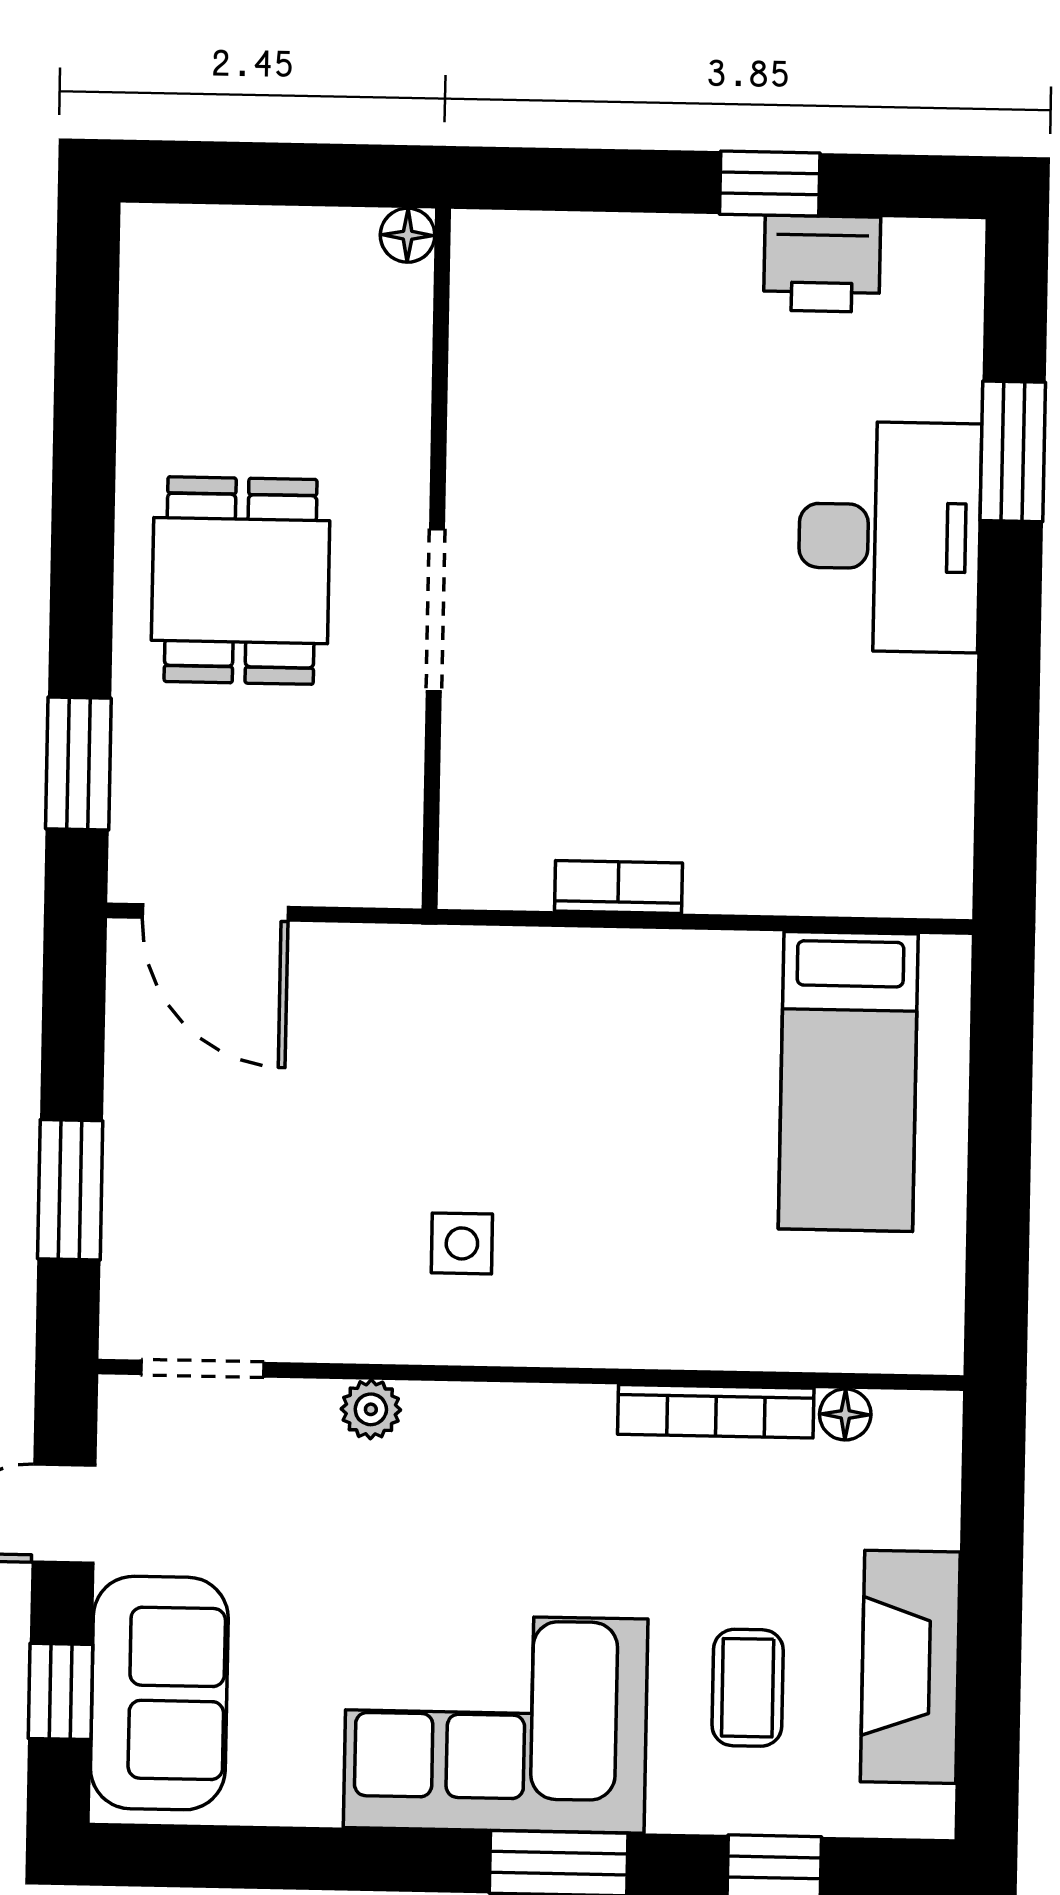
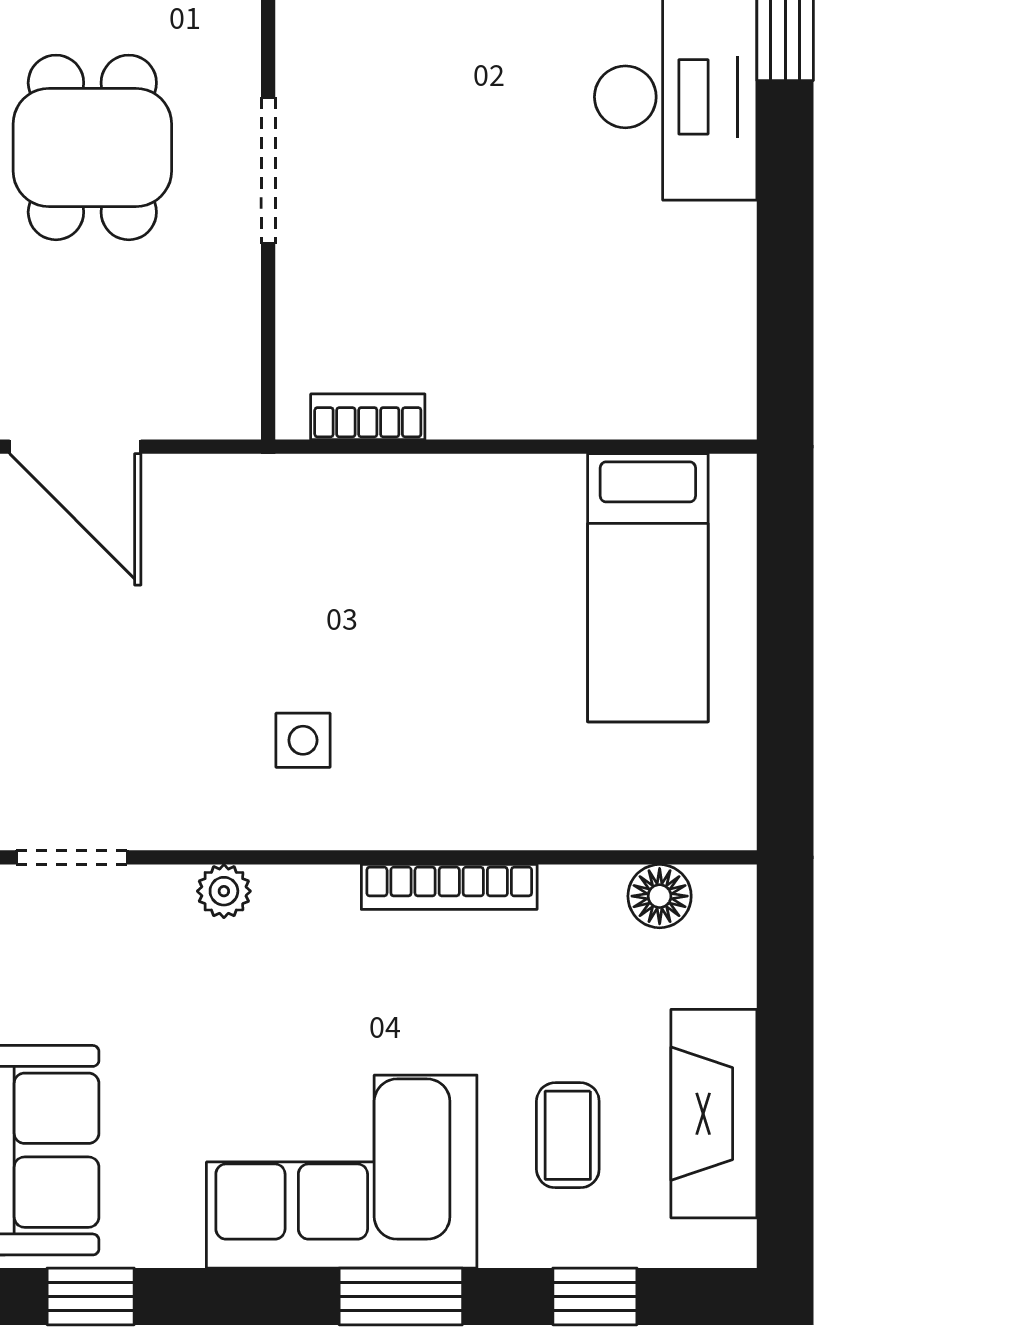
bookcase: (618, 887) -> (368, 417), moved
bookcase: (716, 1411) -> (449, 887), moved
floor lamp: (845, 1414) -> (660, 896), width x1.37, depth x1.37
window: (214, 1857) -> (91, 1296), added

